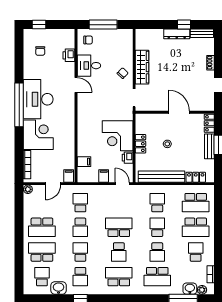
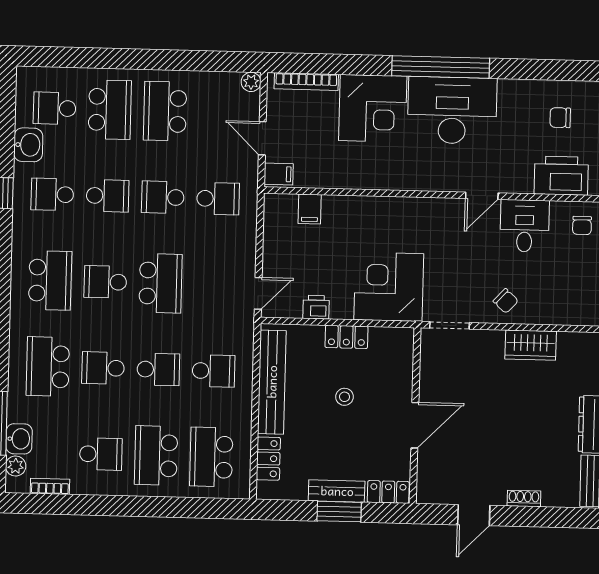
printer: (69, 55) -> (561, 176), width x1.87, depth x1.48
wardrobe: (142, 67) -> (531, 345), width x0.67
corner desk: (118, 136) -> (389, 287), moved
filing cabinet: (104, 176) -> (277, 252), removed
school desk: (42, 277) -> (55, 108), turned 180

